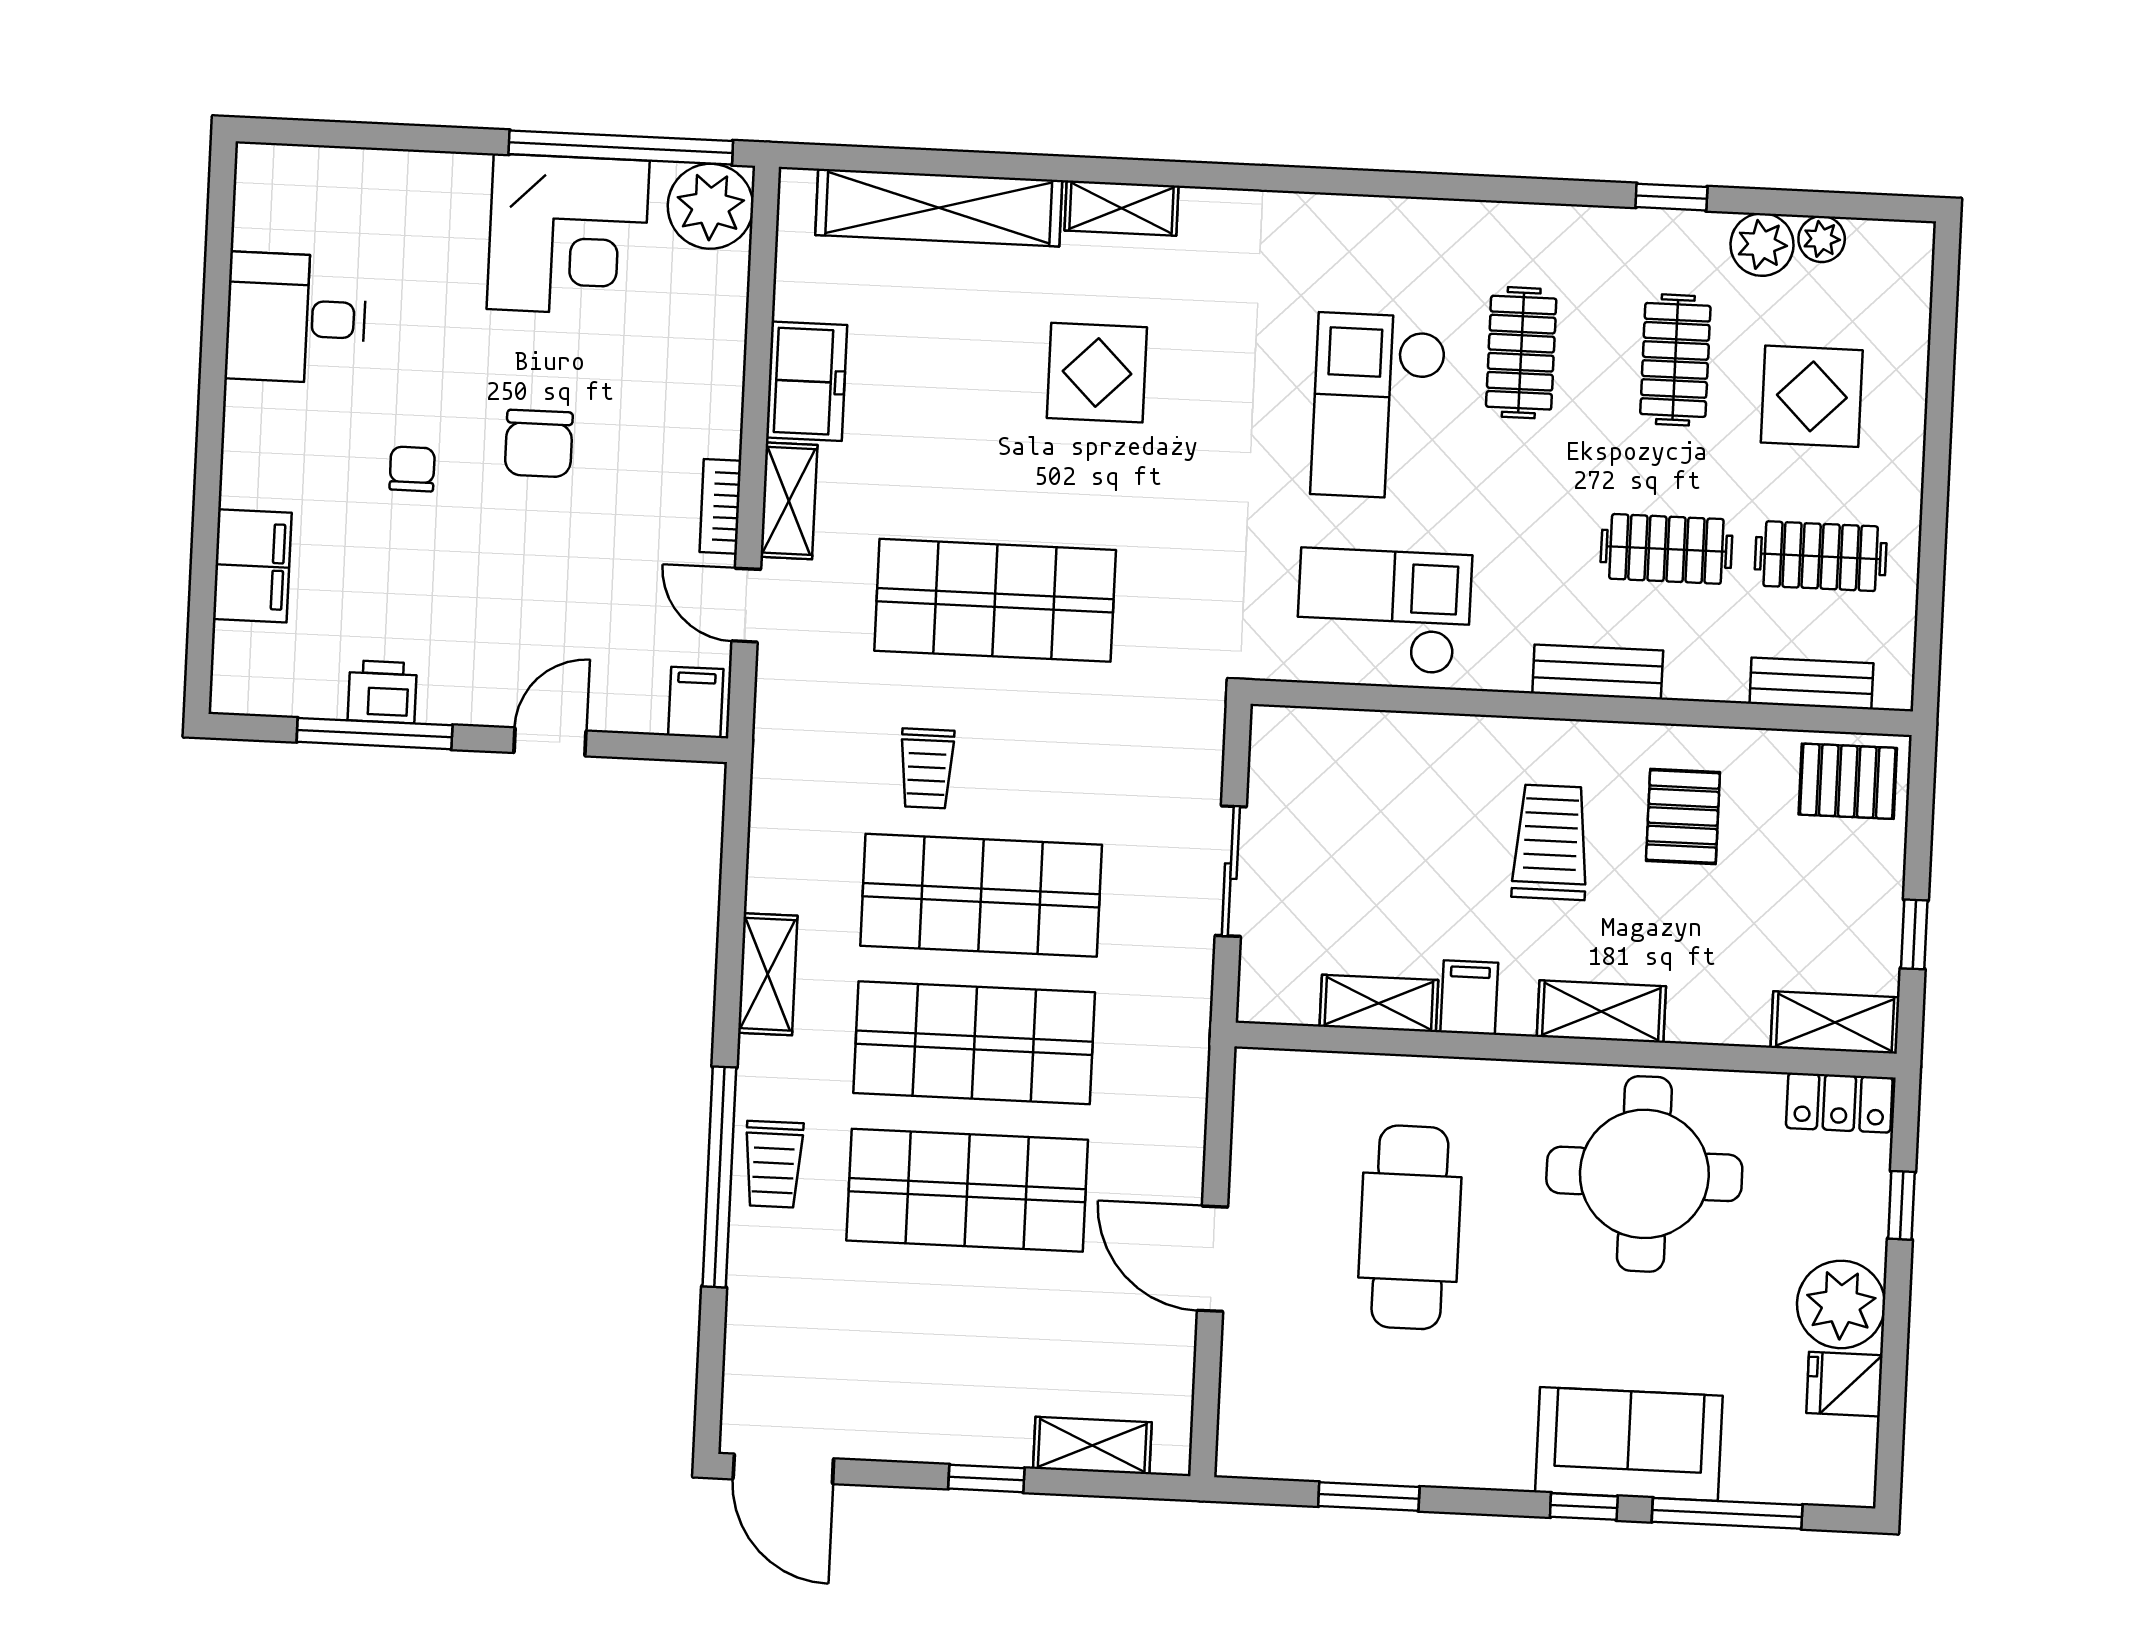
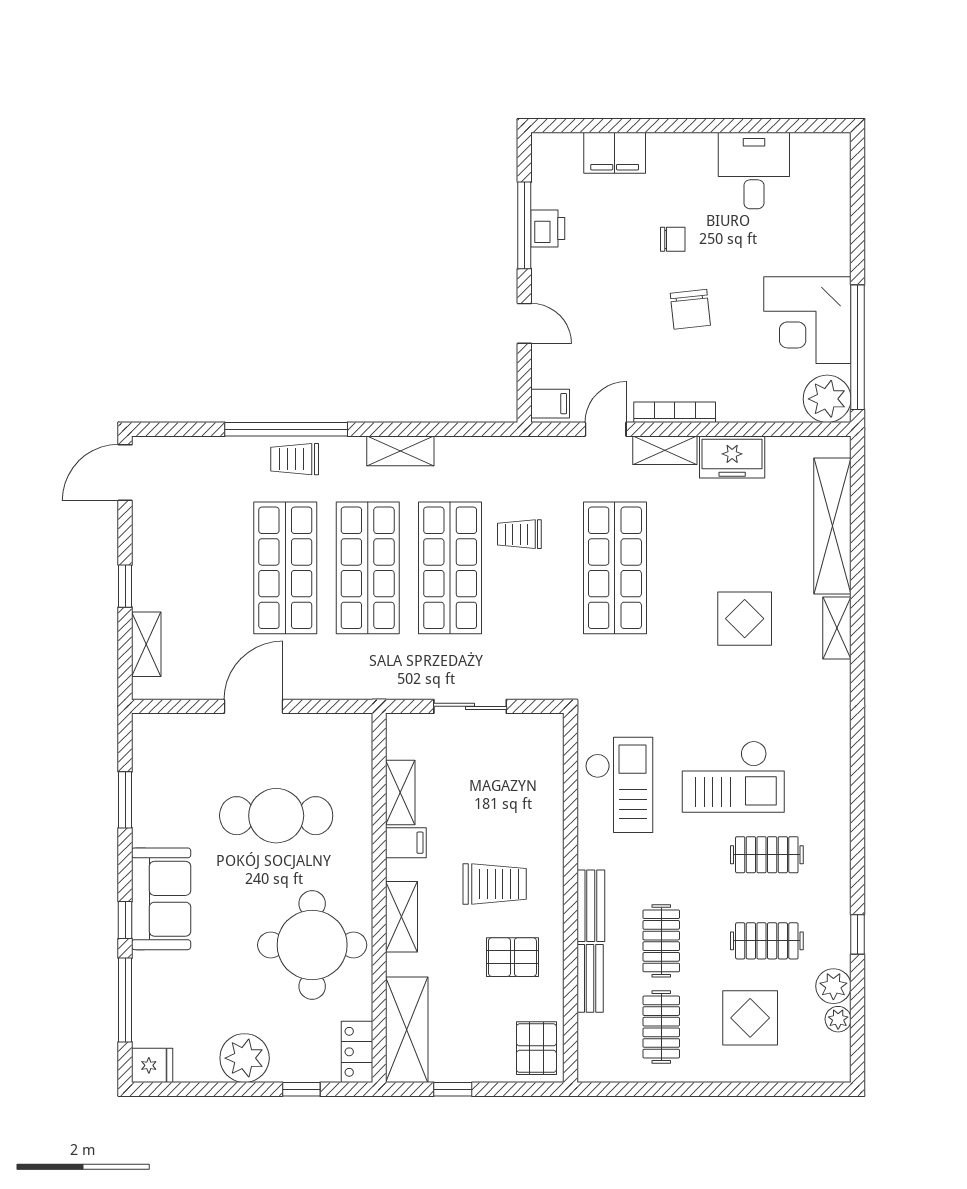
checkout: (1378, 406) -> (733, 777), turned 180
chair: (539, 444) -> (690, 309), turned -96
bookcase: (720, 506) -> (675, 412), width x1.56
bench: (1811, 683) -> (590, 978), moved
shelving: (1835, 1023) -> (407, 1030), width x1.50, depth x1.33
fridge: (1844, 1384) -> (152, 1065), moved, turned 90
sofa: (1629, 1444) -> (161, 899), moved

